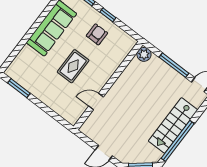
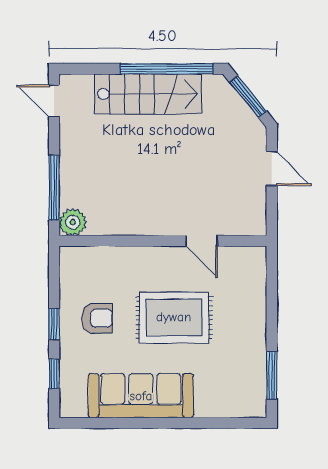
armchair: (97, 34) -> (97, 318), turned 180
window: (174, 65) -> (54, 188), moved
rug: (73, 66) -> (174, 317), width x1.36, depth x1.43

